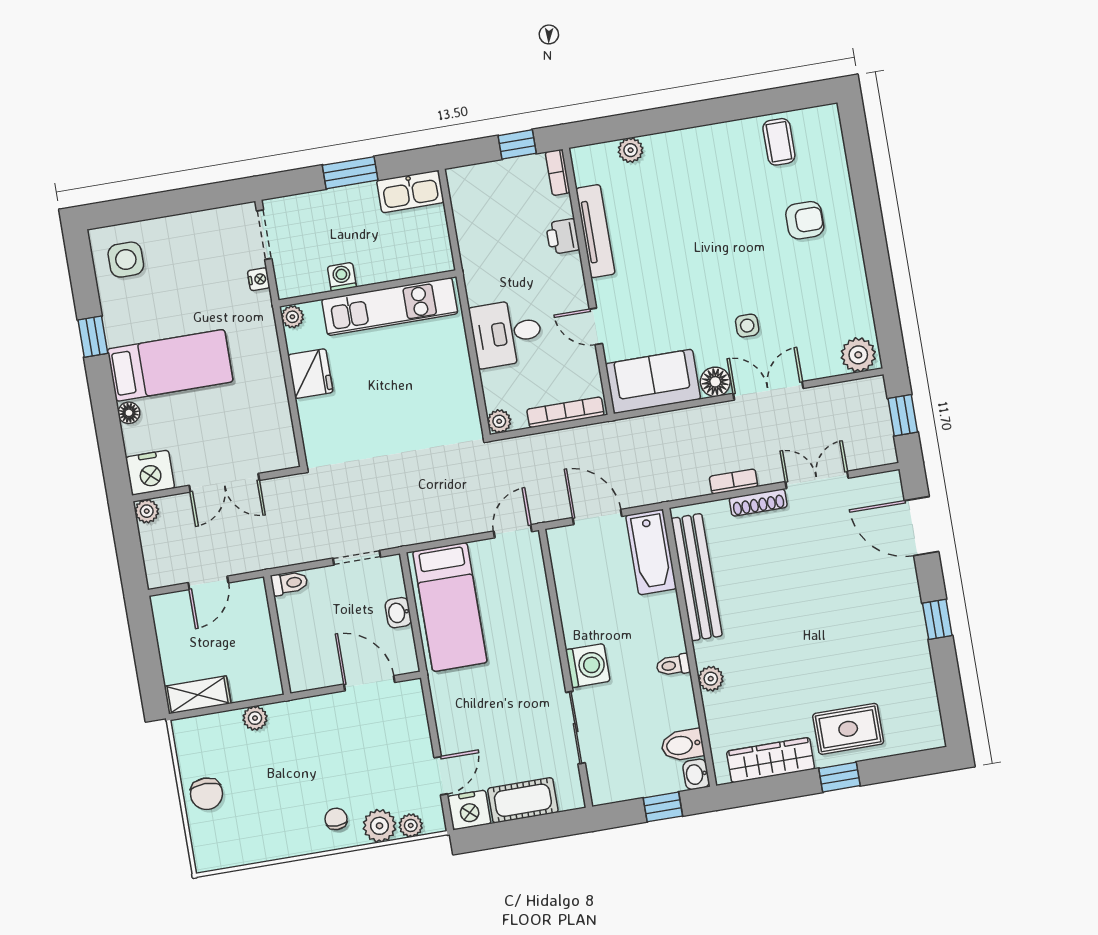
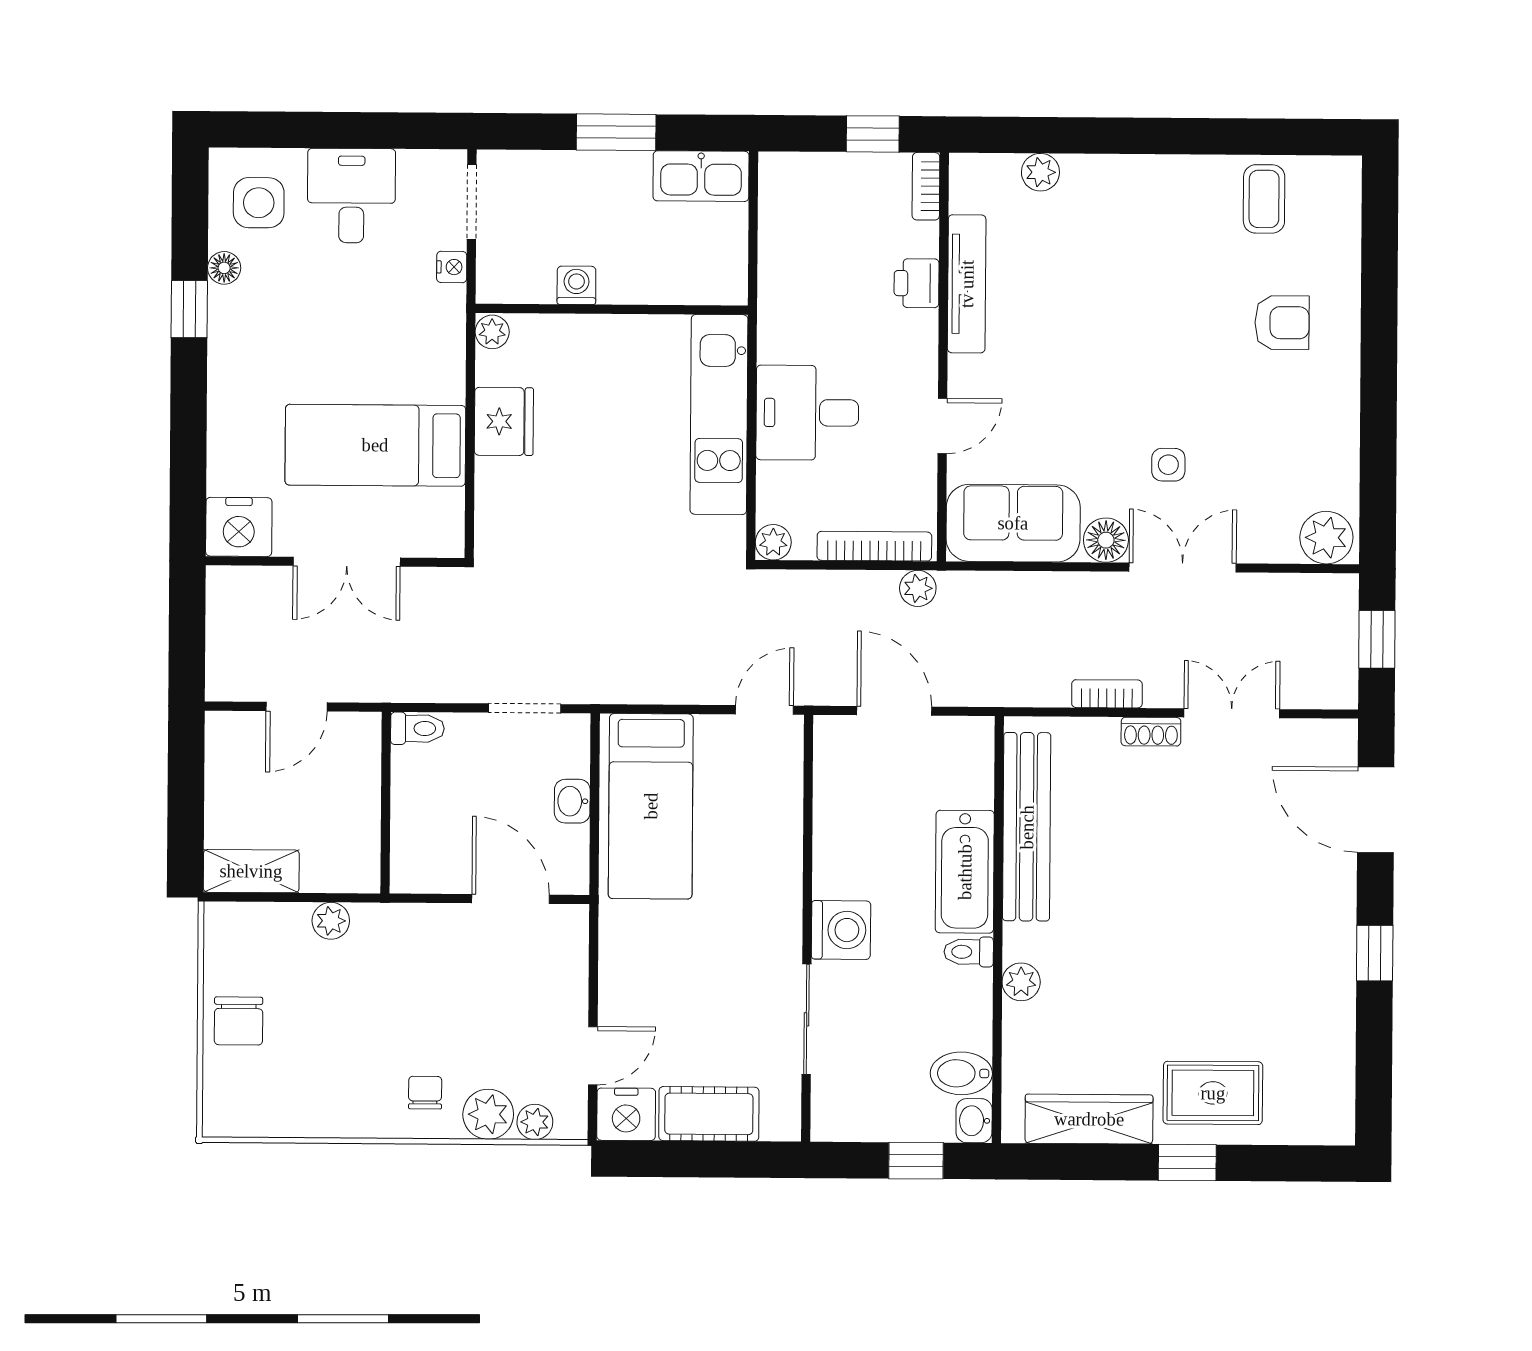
desk: (185, 244) -> (351, 196), added
kitchen unit: (390, 306) -> (719, 414), moved, turned 90
door: (596, 326) -> (942, 426), swing flipped
bed: (170, 365) -> (375, 445), moved, turned 180
floor lamp: (129, 413) -> (224, 268), moved
shoe rack: (758, 503) -> (1151, 732), width x0.70
plant: (147, 511) -> (918, 588), moved
bathtub: (651, 552) -> (965, 872), moved

